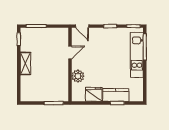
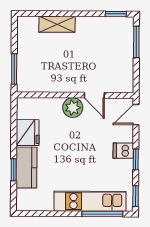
dishwasher: (105, 34) -> (123, 151), added
shelving: (25, 63) -> (57, 24), moved
plant: (78, 76) -> (73, 108), moved

